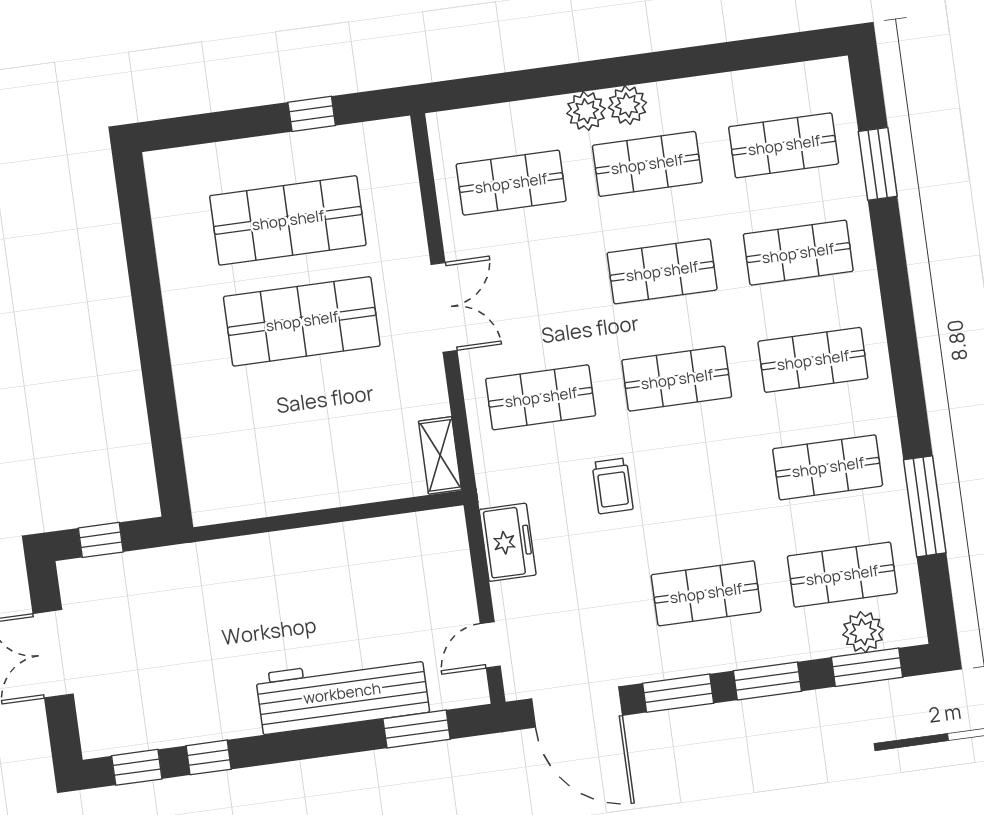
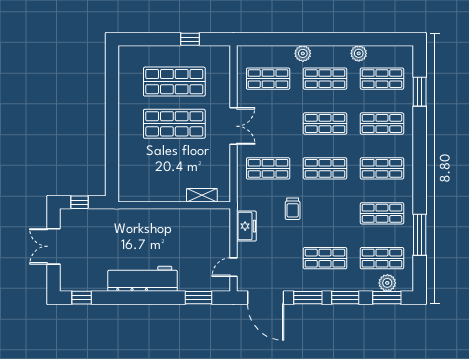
plant: (627, 105) -> (359, 53), moved
shelving: (440, 455) -> (202, 195), moved, turned 90
workbench: (342, 693) -> (143, 279), moved
window: (209, 757) -> (112, 298), removed

